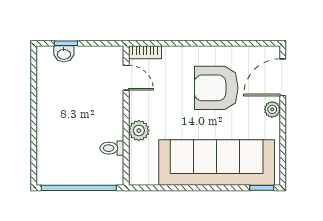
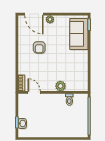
door: (126, 78) -> (34, 92), hinge flipped
armchair: (216, 88) -> (39, 47), width x0.53, depth x0.53
sofa: (217, 163) -> (79, 34), width x0.54, depth x0.79

